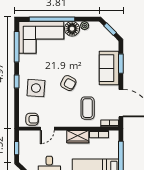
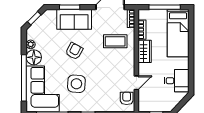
armchair: (68, 83) -> (74, 51), moved
side table: (36, 88) -> (76, 84), moved
door: (47, 129) -> (136, 83), hinge flipped

